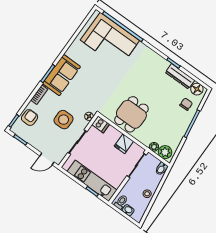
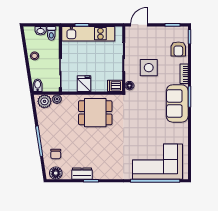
dresser: (180, 76) -> (82, 174), width x0.70
dining table: (131, 114) -> (95, 113), turned 90

